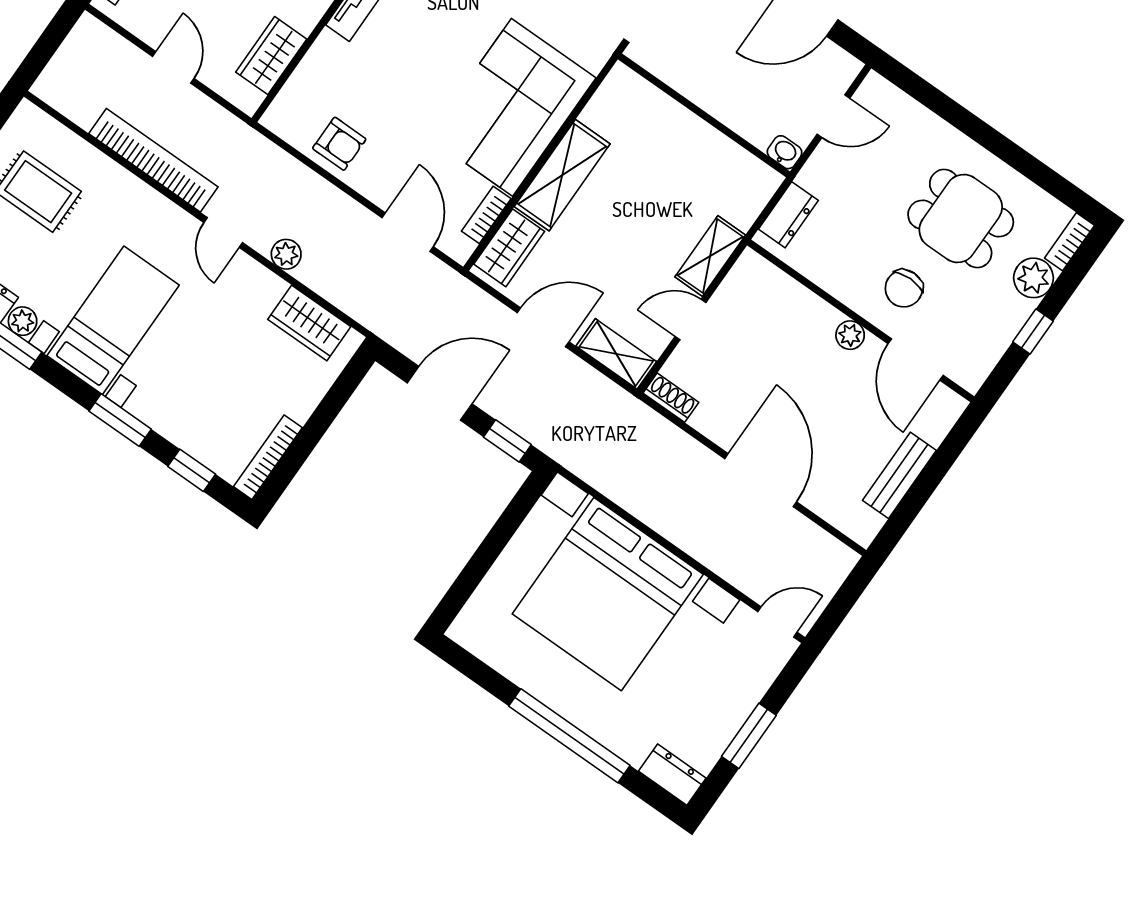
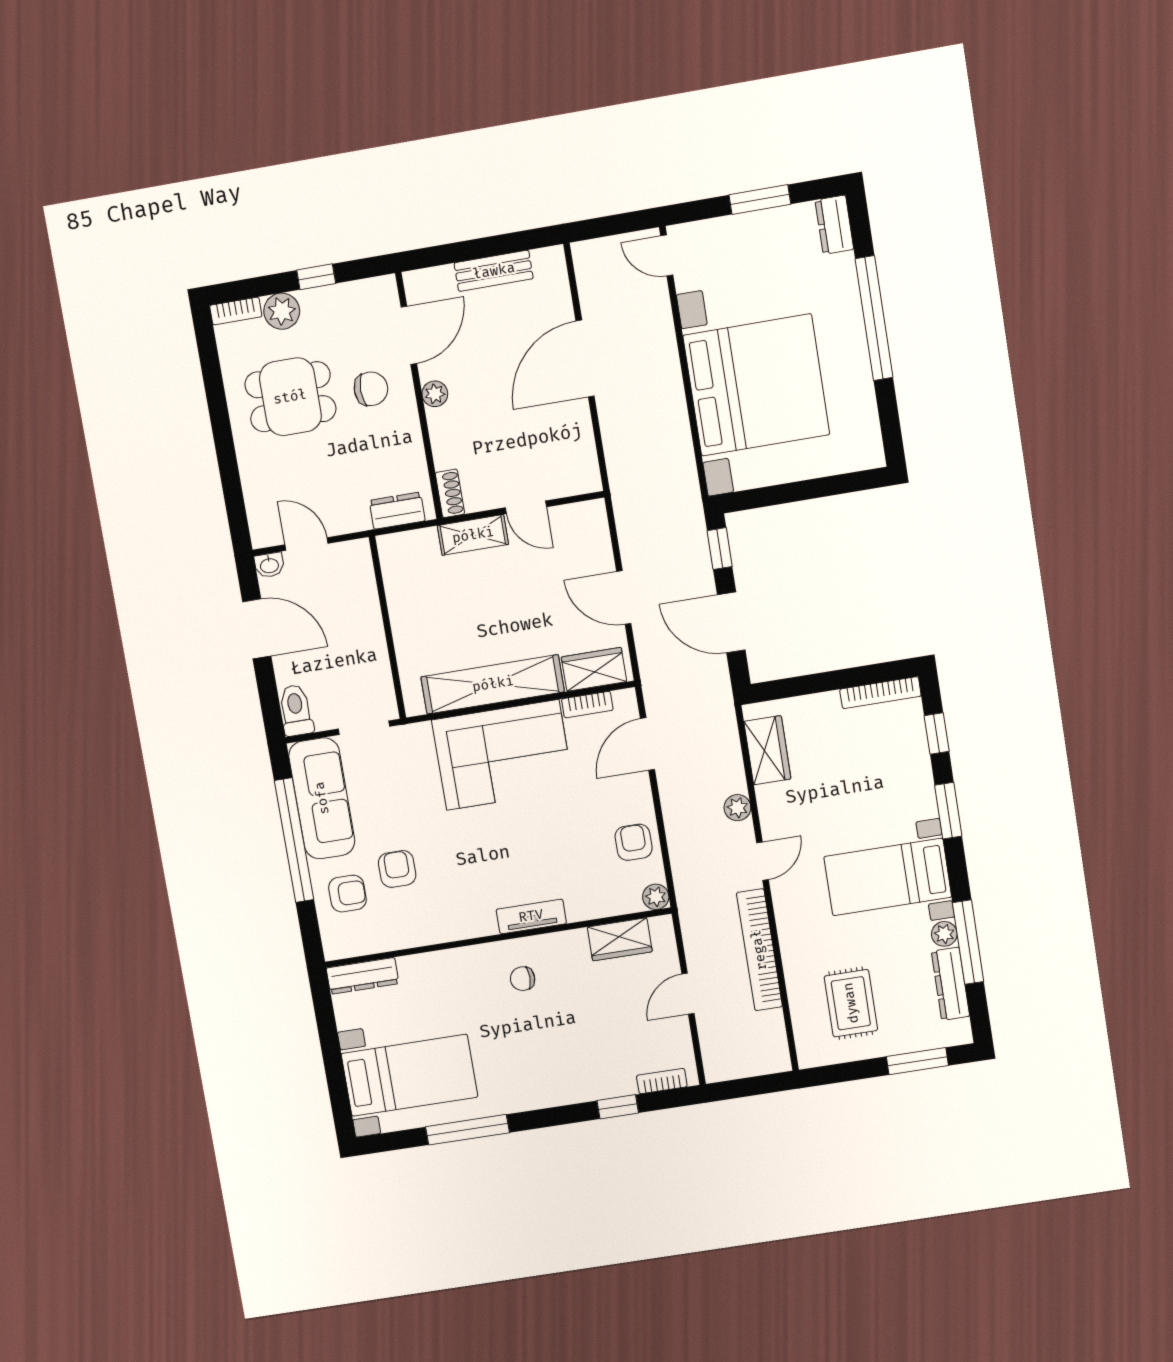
plant: (278, 119) -> (656, 897), added
washbasin: (785, 152) -> (269, 565), moved, turned -90
shelving: (562, 175) -> (493, 684), width x1.47
dining table: (961, 219) -> (290, 397), turned 90
shelving: (616, 354) -> (595, 533), removed
shoe rack: (671, 398) -> (450, 493), moved, turned 180

